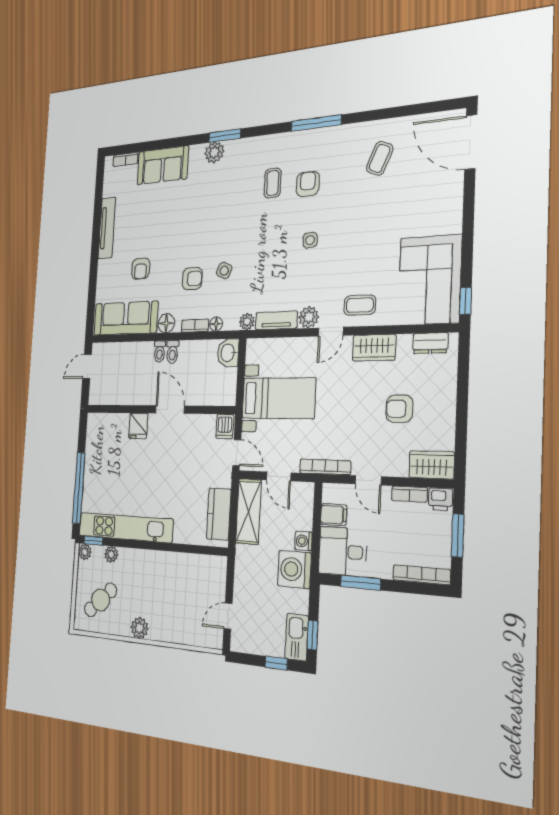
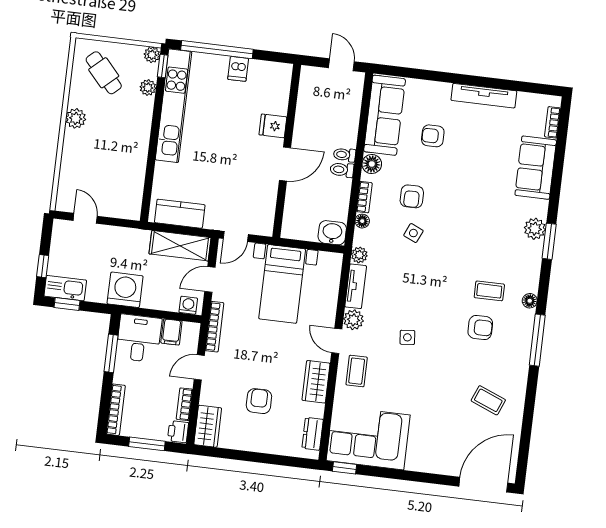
floor lamp: (279, 140) -> (530, 301), added
side table: (310, 240) -> (407, 337), moved
dishwasher: (225, 426) -> (238, 69), moved, turned -90
washing machine: (303, 541) -> (188, 305), moved

